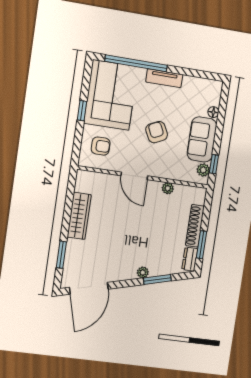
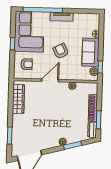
door: (134, 176) -> (50, 80), swing flipped
wardrobe: (79, 216) -> (18, 99), moved

